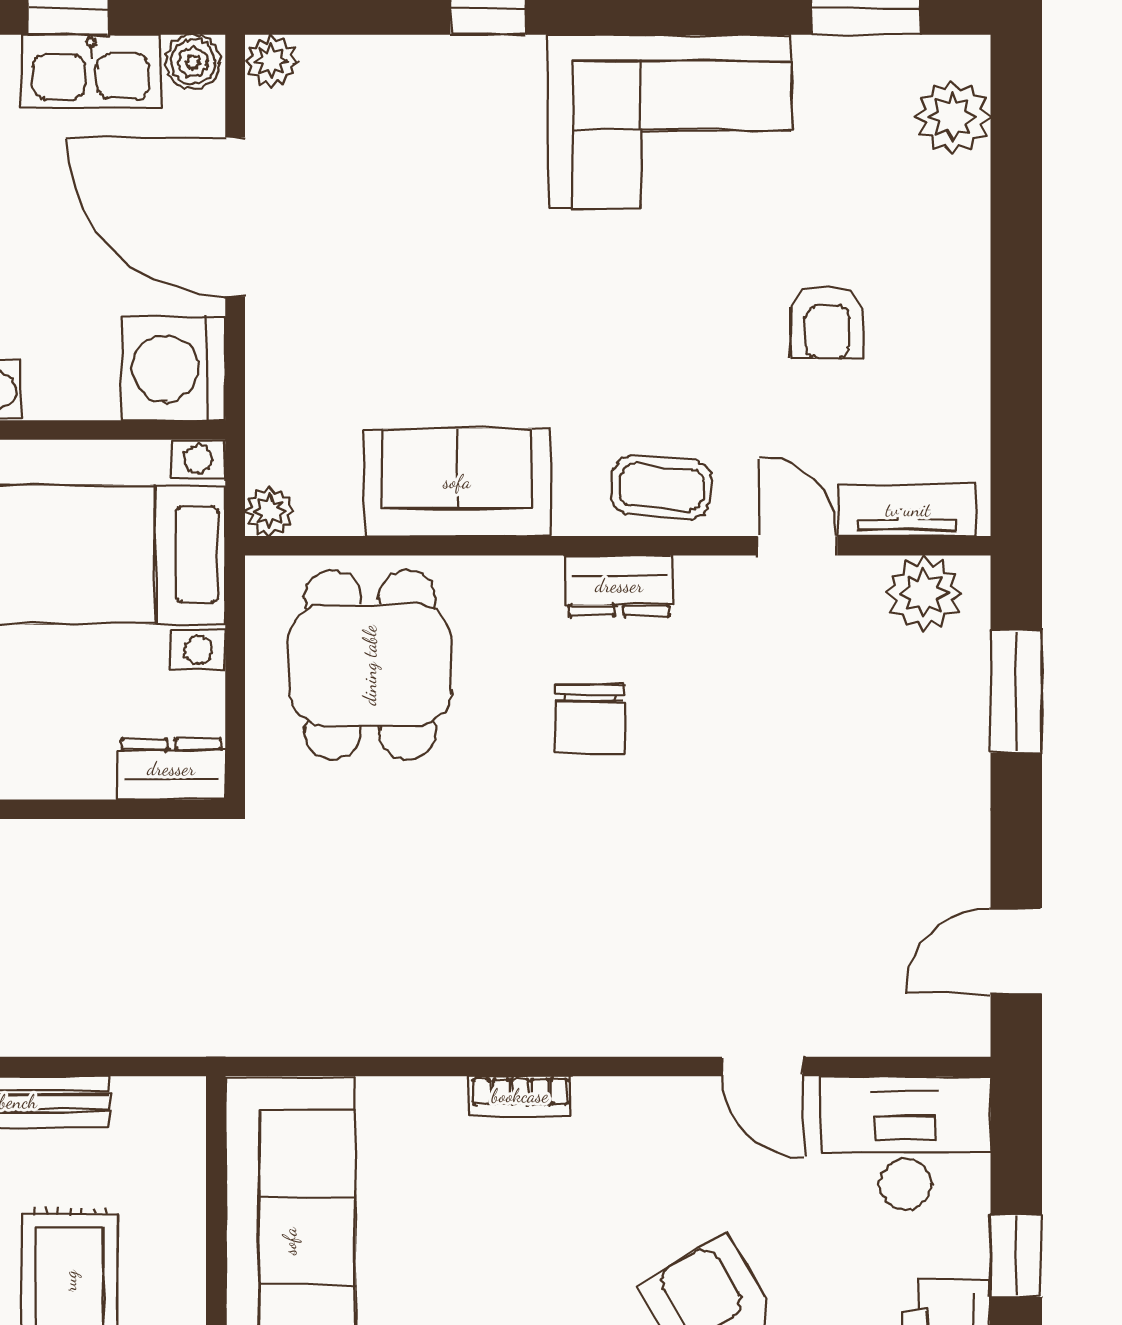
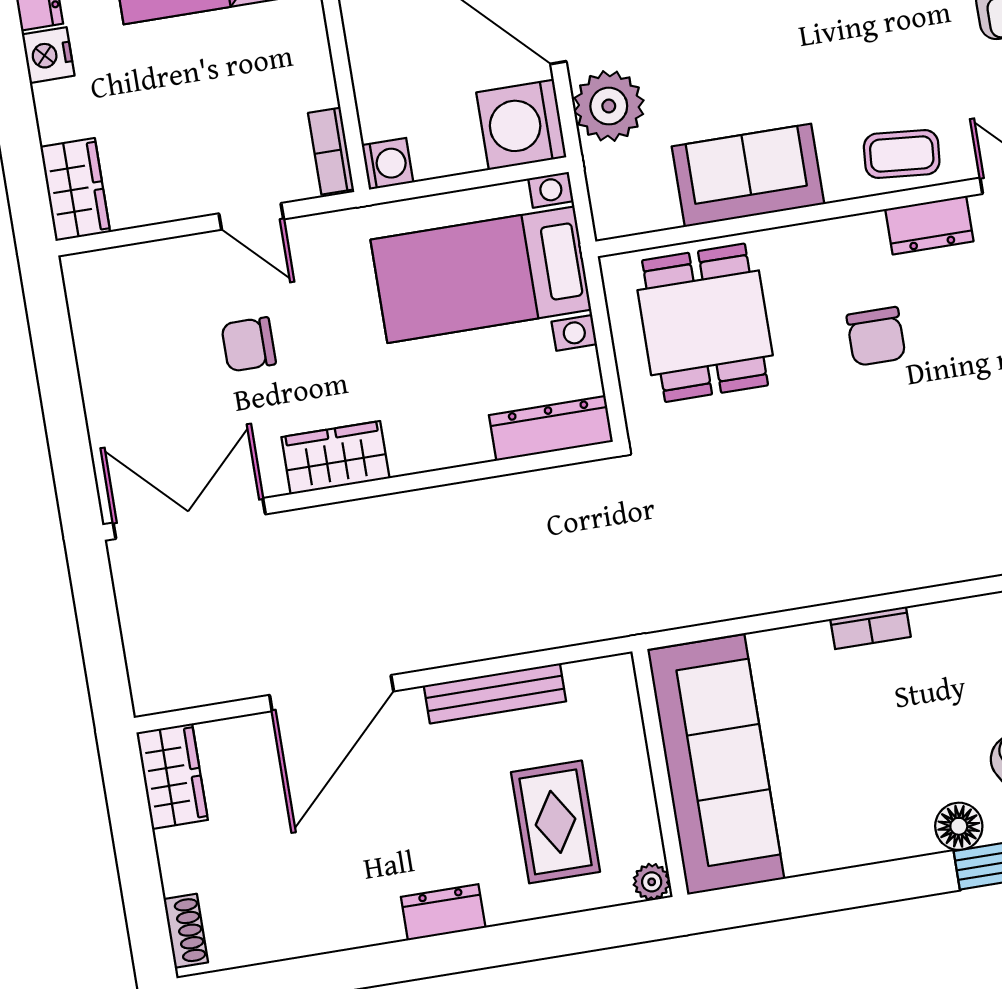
plant: (270, 511) -> (609, 106), moved, width x1.87, depth x1.87
dresser: (619, 586) -> (929, 225), moved
dresser: (171, 769) -> (551, 428), width x1.44

